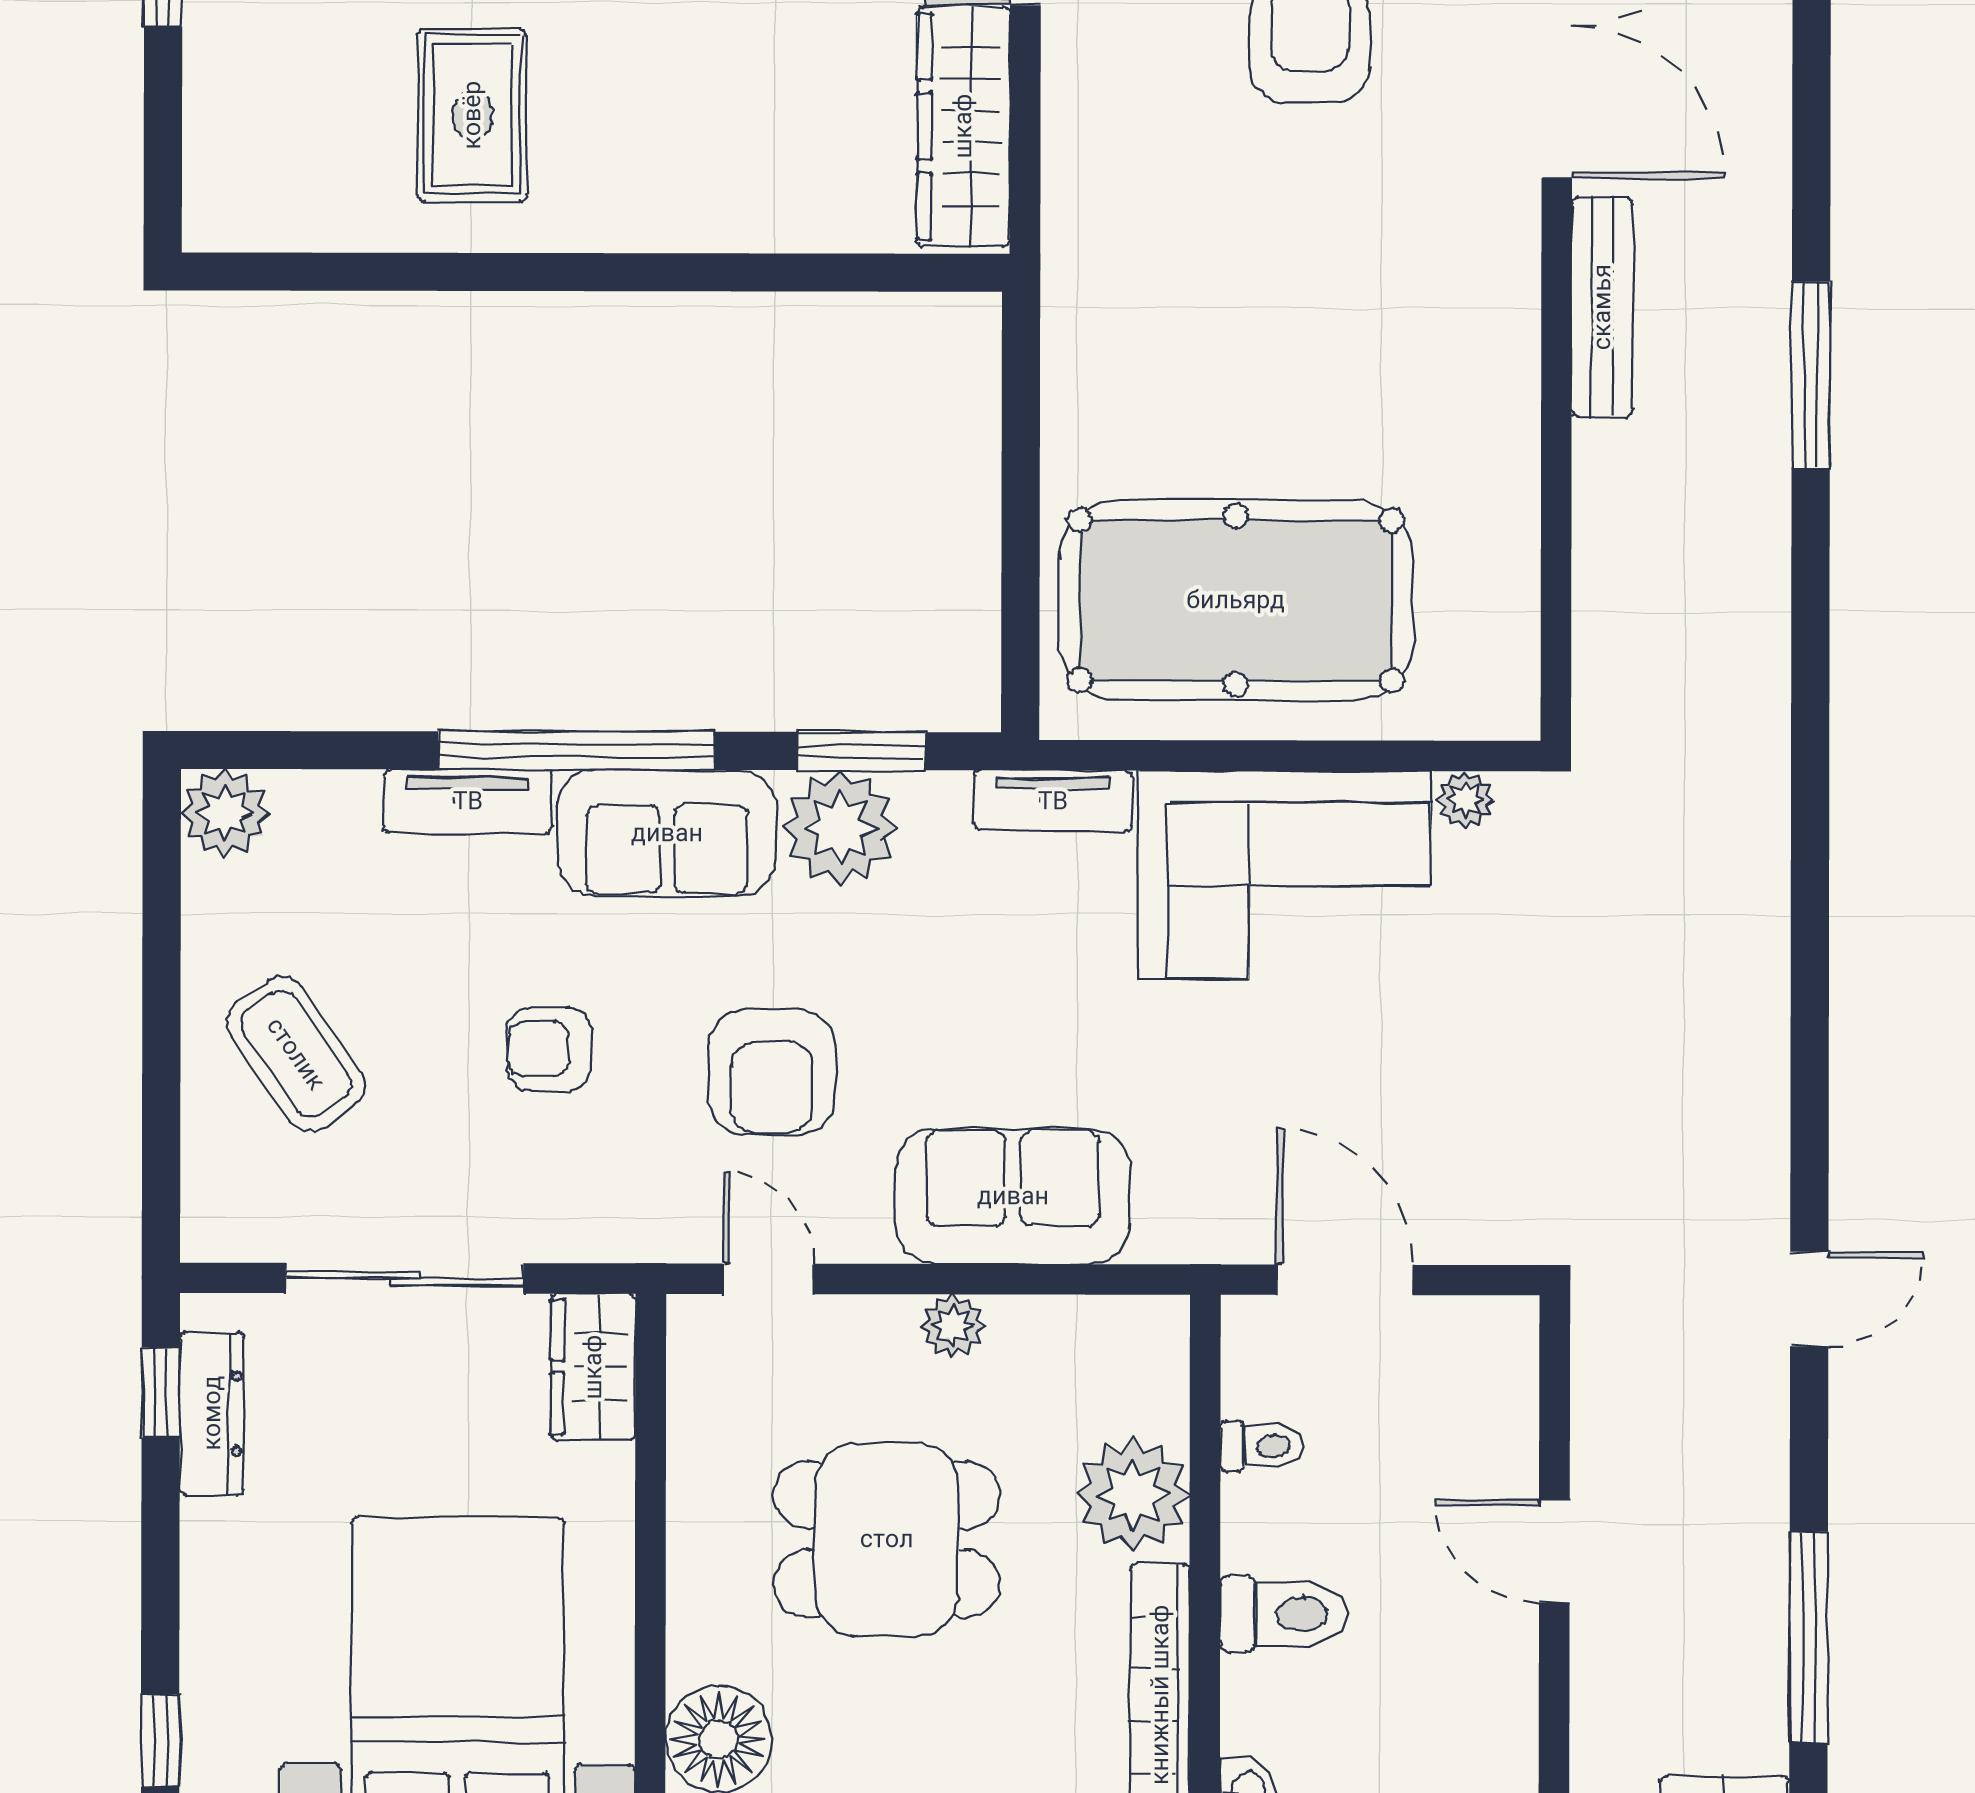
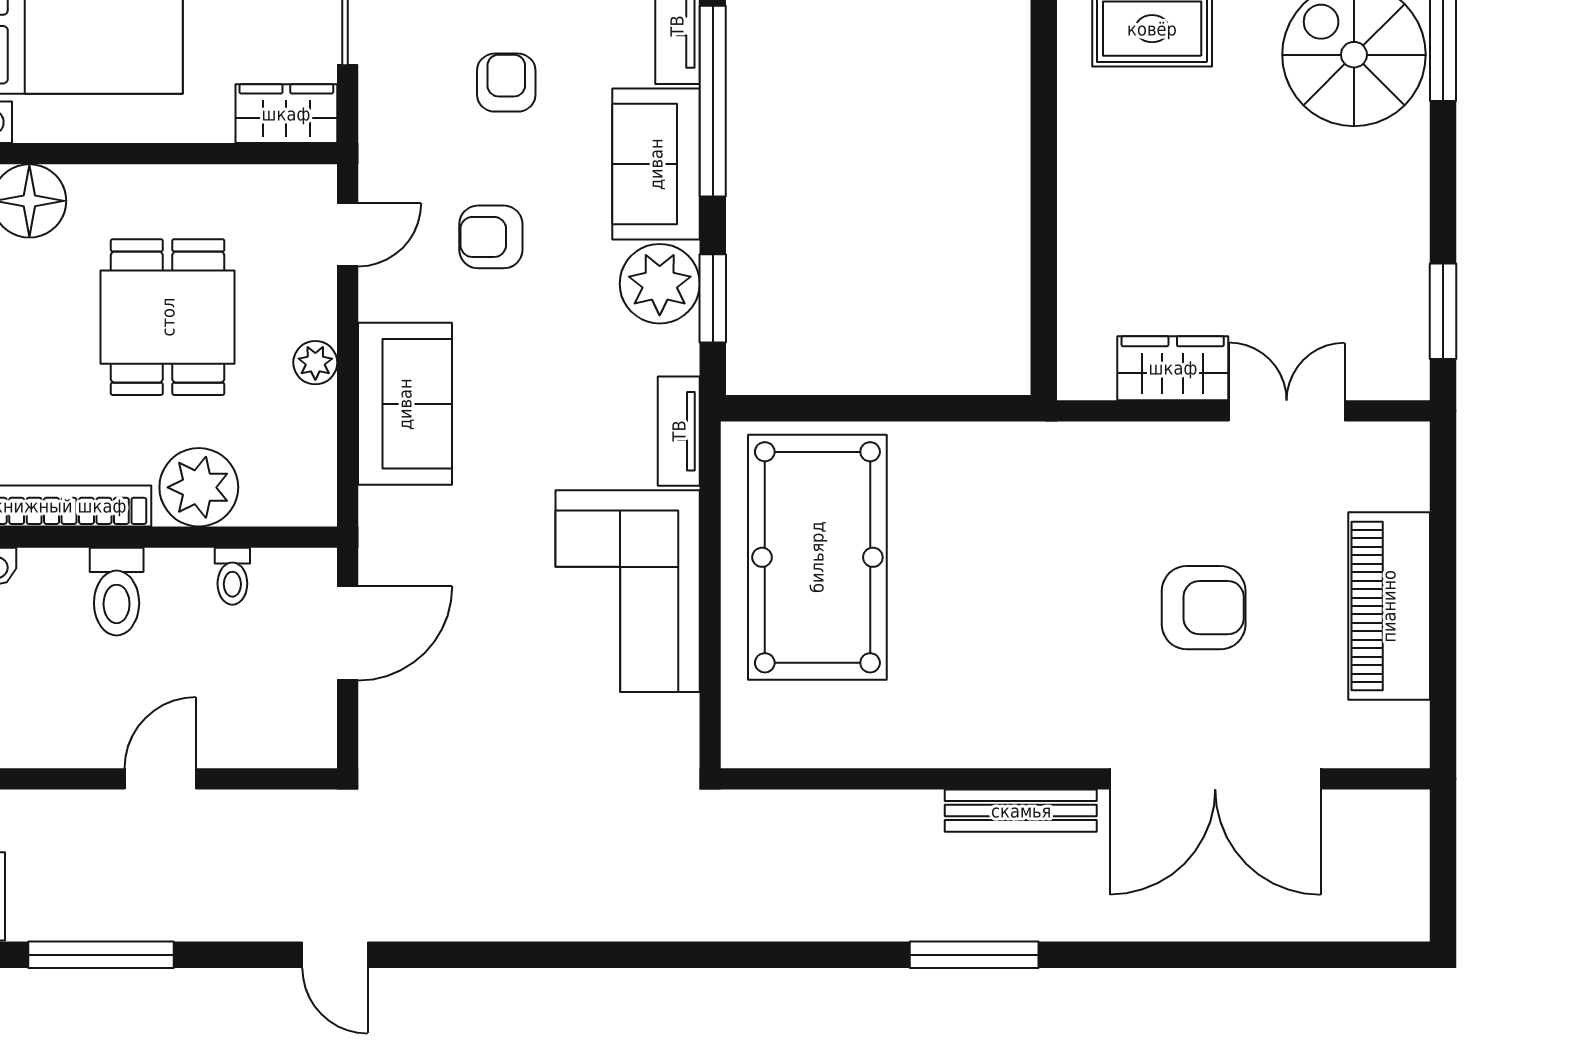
wardrobe: (963, 126) -> (1173, 368), width x0.67
plant: (1465, 800) -> (680, 716), removed
armchair: (772, 1072) -> (491, 237), width x0.72, depth x0.72

